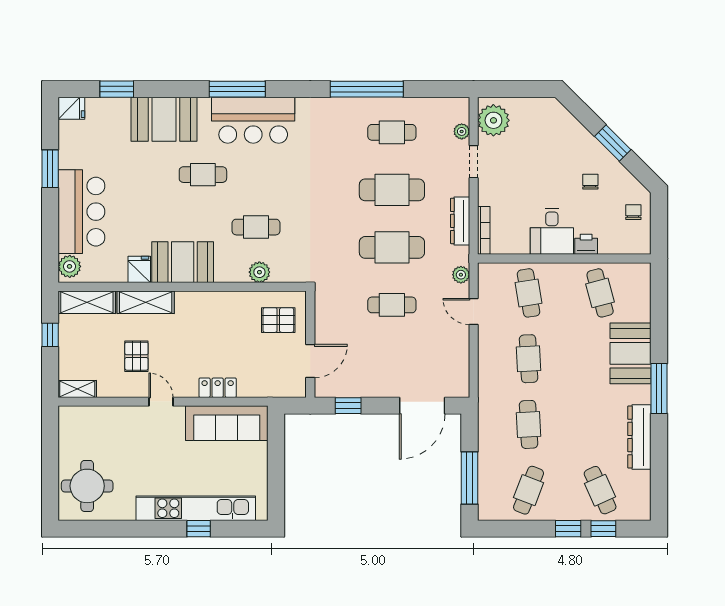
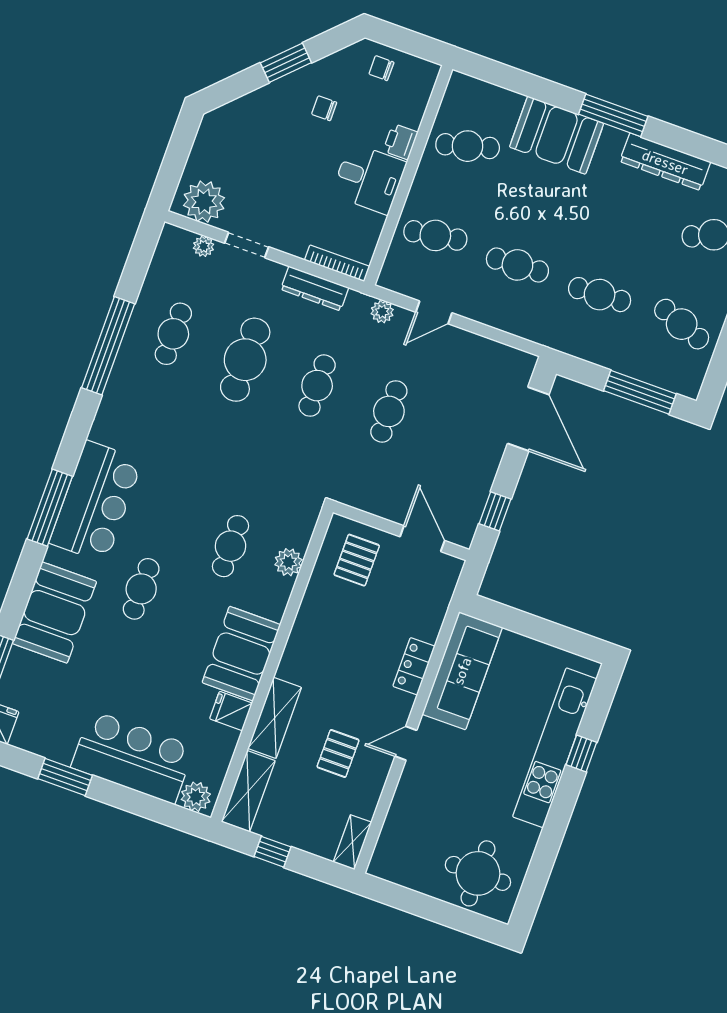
cafe table: (392, 247) -> (317, 386), width x0.73, depth x0.74
pallet: (136, 356) -> (338, 753), turned 90

